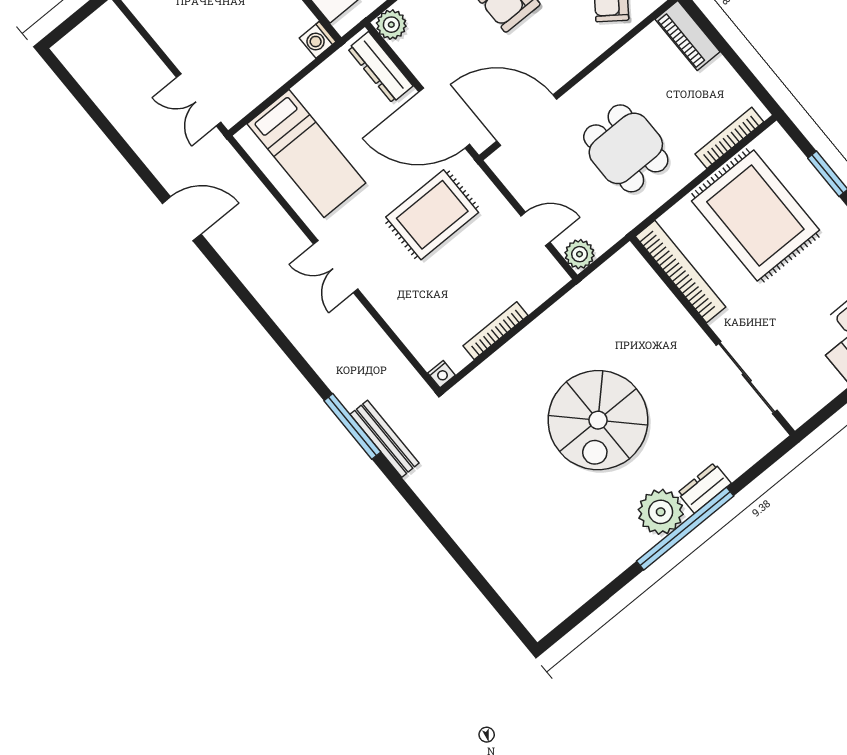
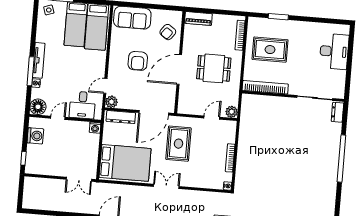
door: (527, 120) -> (179, 70), moved
bed: (306, 153) -> (125, 163), width x1.50
rug: (755, 216) -> (270, 50), width x0.73, depth x0.69
double door: (336, 267) -> (166, 186), swing flipped
spiral stairs: (598, 420) -> (285, 153), removed
dresser: (704, 488) -> (337, 112), moved
plant: (661, 512) -> (330, 161), removed

